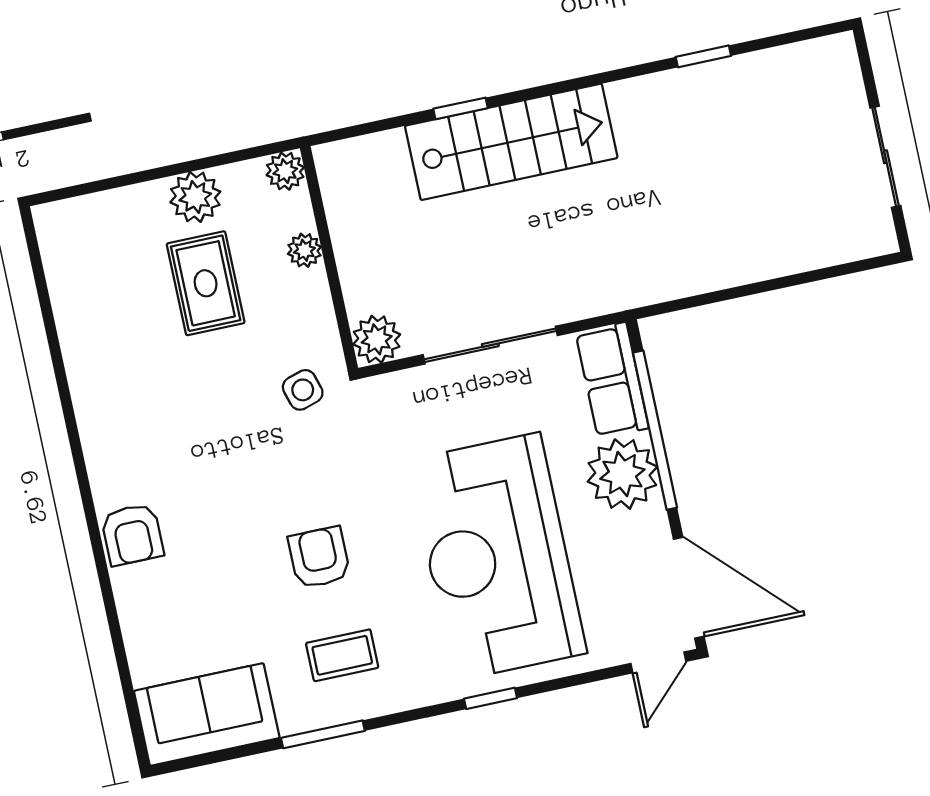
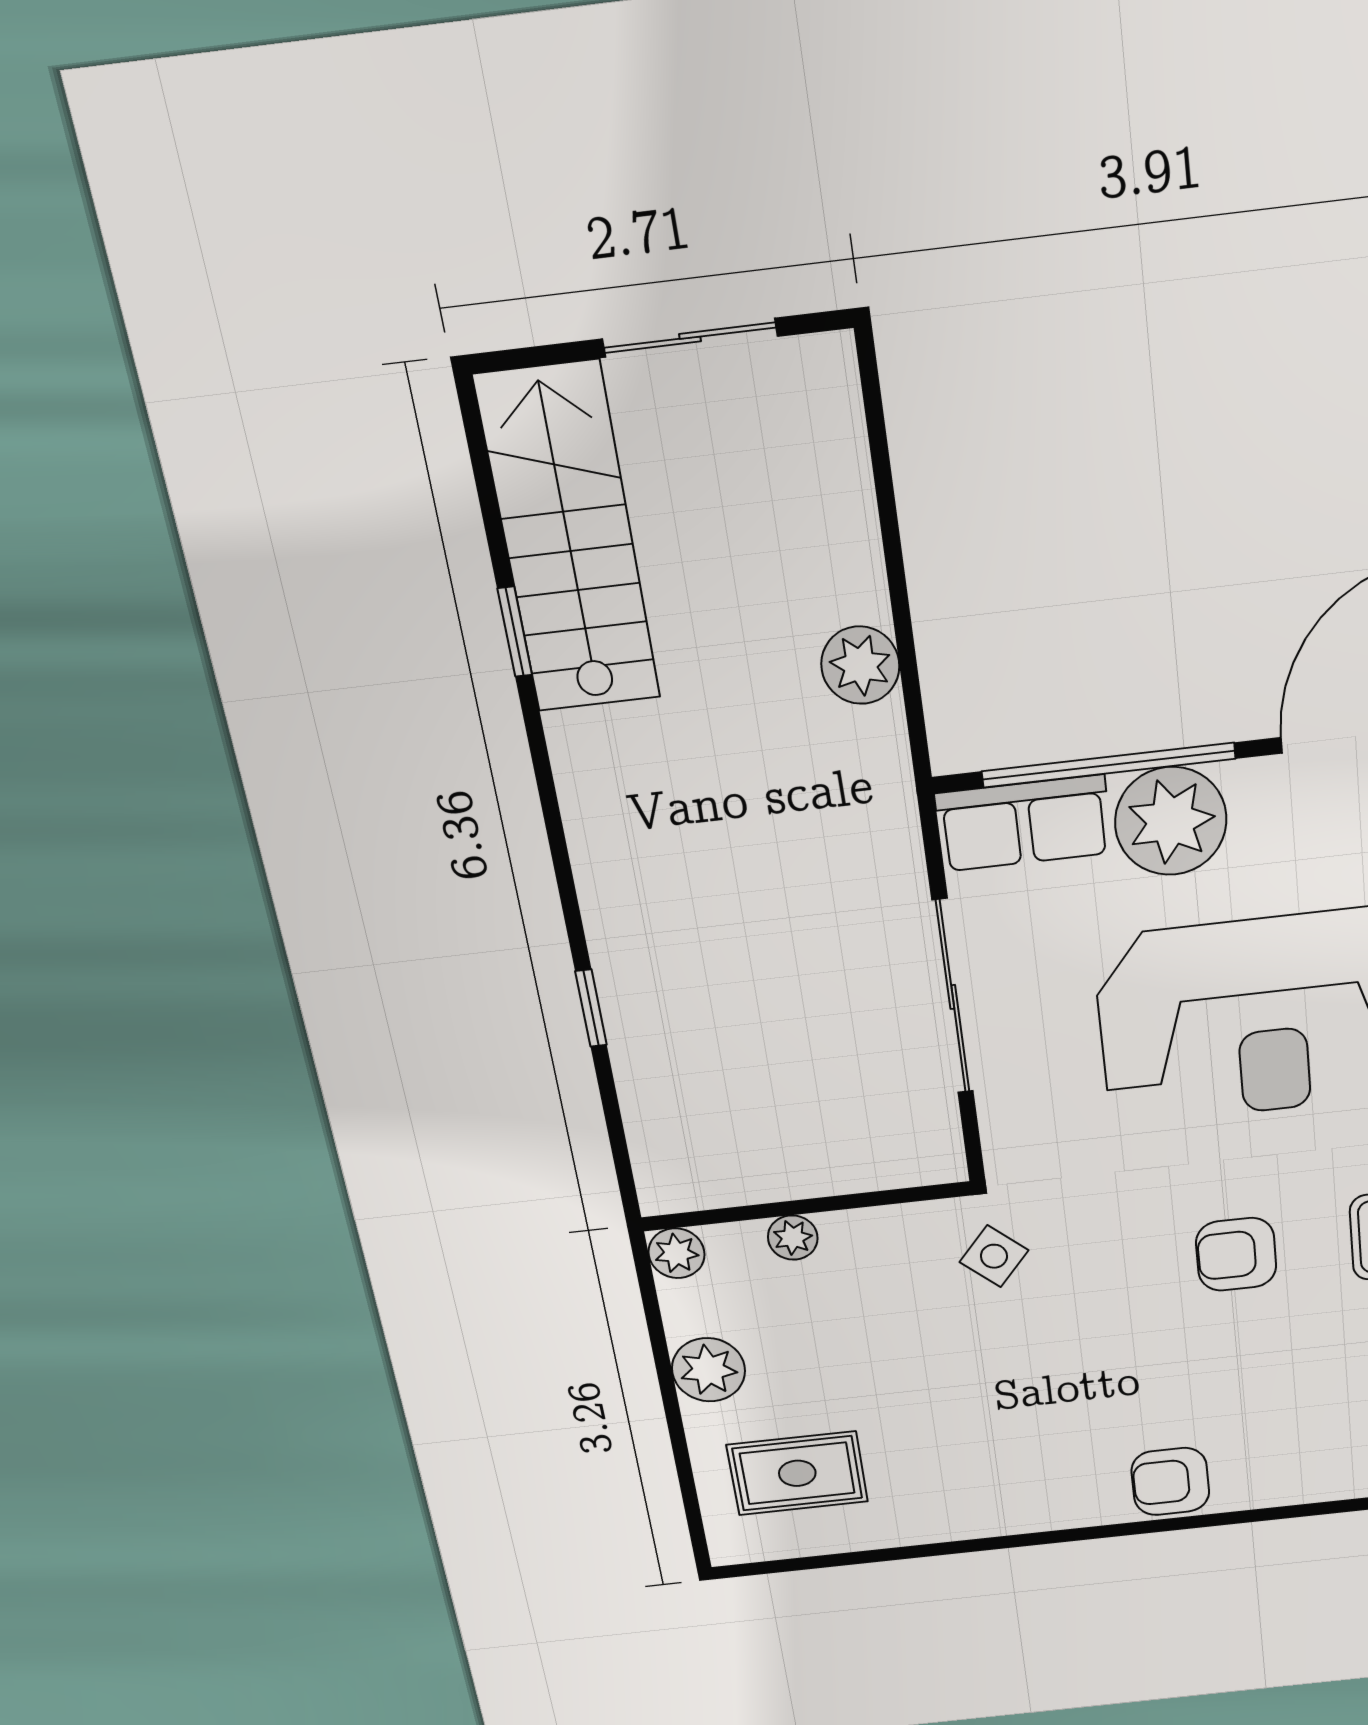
stairs: (511, 142) -> (568, 540), moved
rug: (206, 283) -> (797, 1473), moved
plant: (377, 339) -> (860, 665), moved
side table: (303, 390) -> (994, 1256), turned -32
armchair: (132, 534) -> (1170, 1482), turned 180

